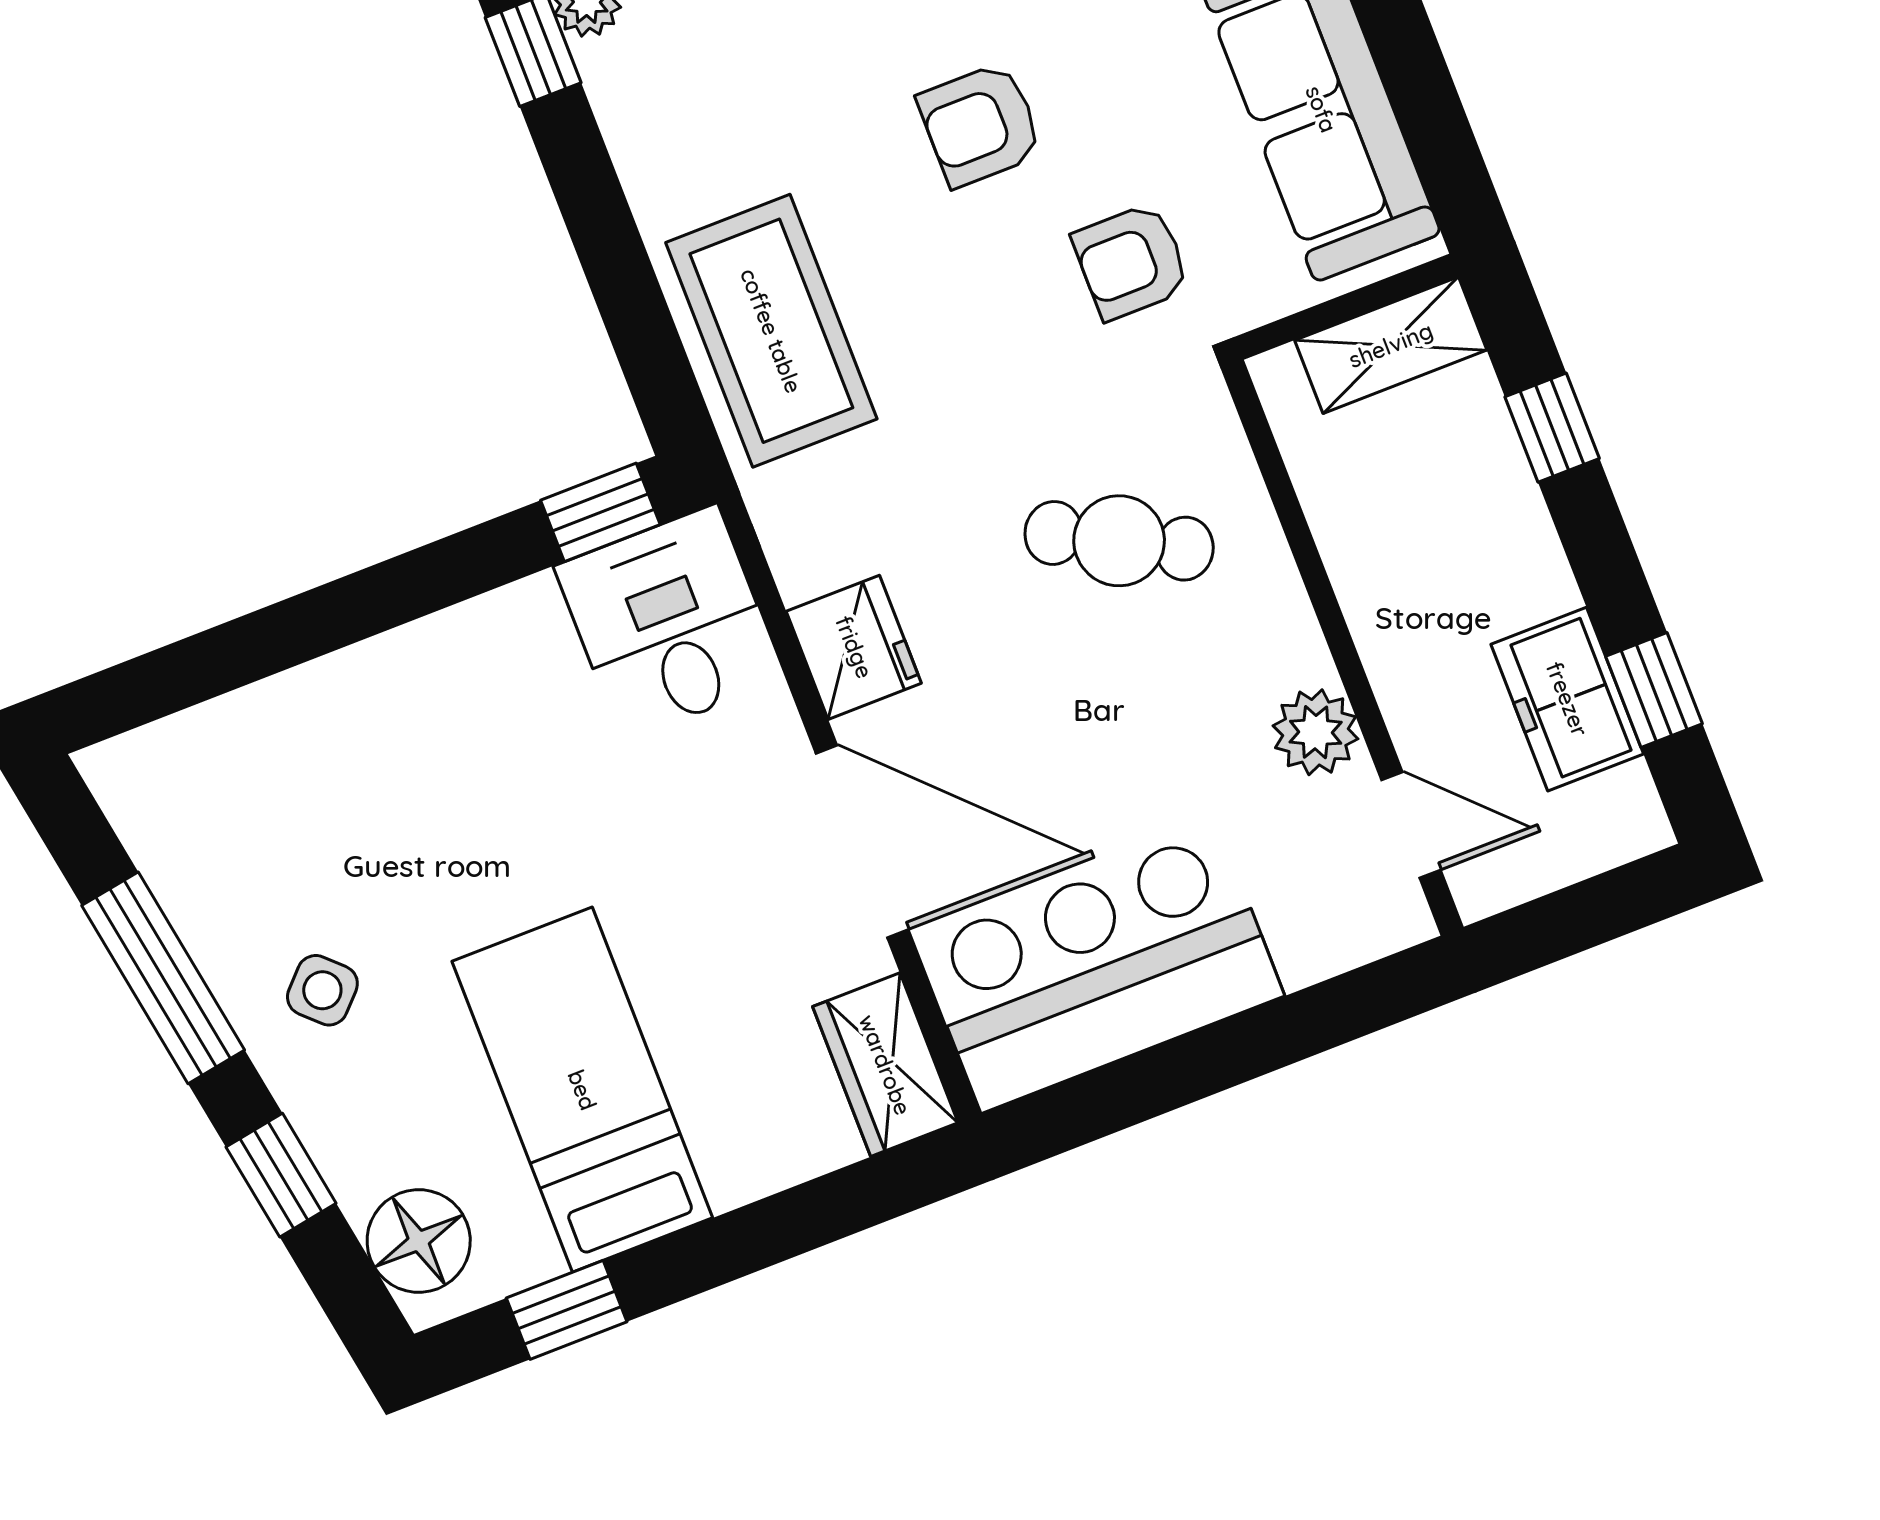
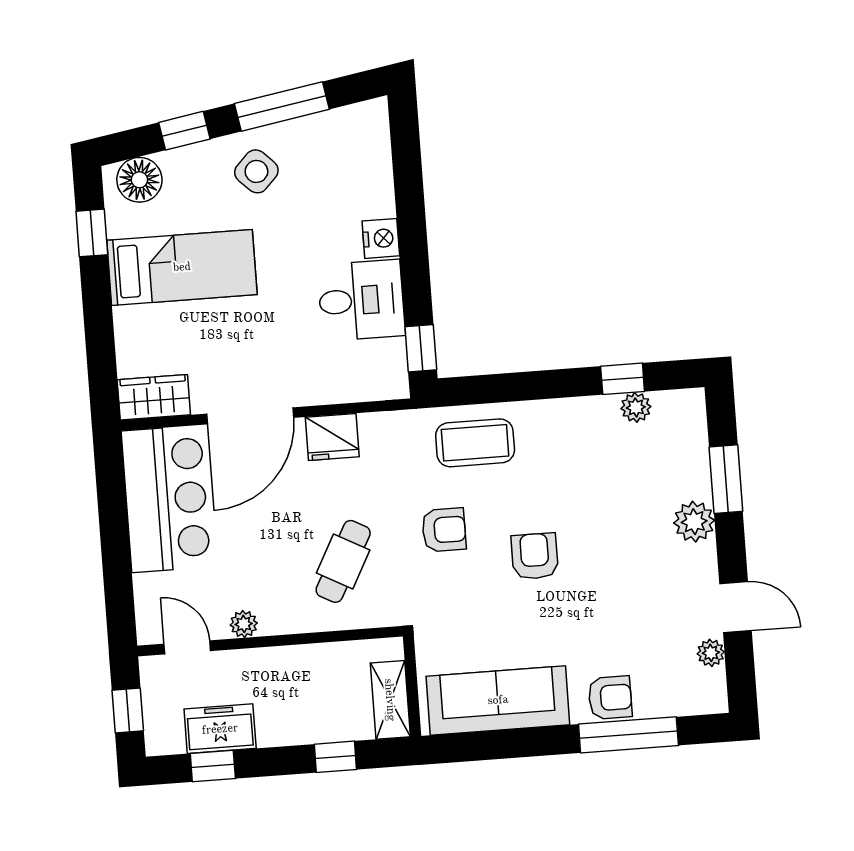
armchair: (1131, 262) -> (444, 530), moved, turned 90
coffee table: (771, 331) -> (475, 443), width x0.73, depth x0.76
desk: (670, 623) -> (361, 300), moved
nightstand: (386, 673) -> (381, 238), added
plant: (1316, 732) -> (244, 624), width x0.73, depth x0.73
door: (1411, 825) -> (187, 647), swing flipped
window: (1589, 913) -> (128, 711), added
side table: (322, 990) -> (256, 171), width x1.37, depth x1.37

